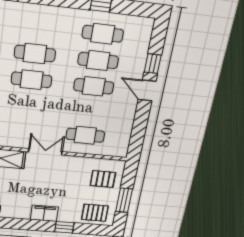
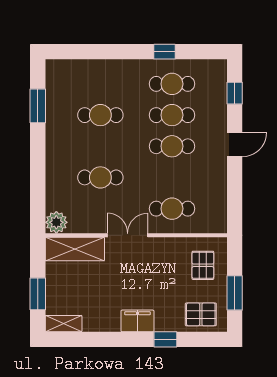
window: (153, 64) -> (235, 93), moved
cafe table: (32, 80) -> (100, 177), moved
door: (147, 90) -> (235, 144), swing flipped
pallet: (103, 179) -> (203, 265), turned 90

